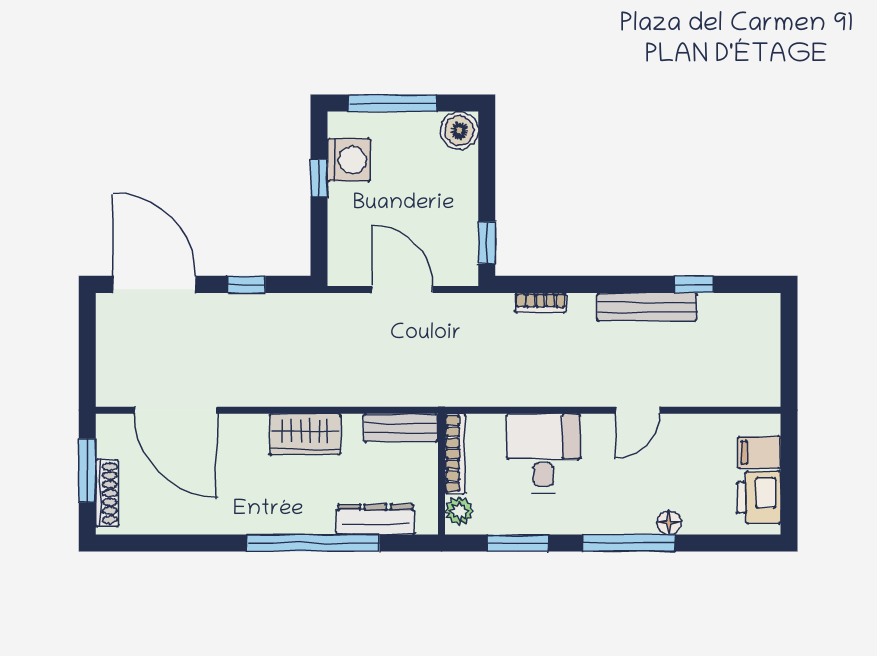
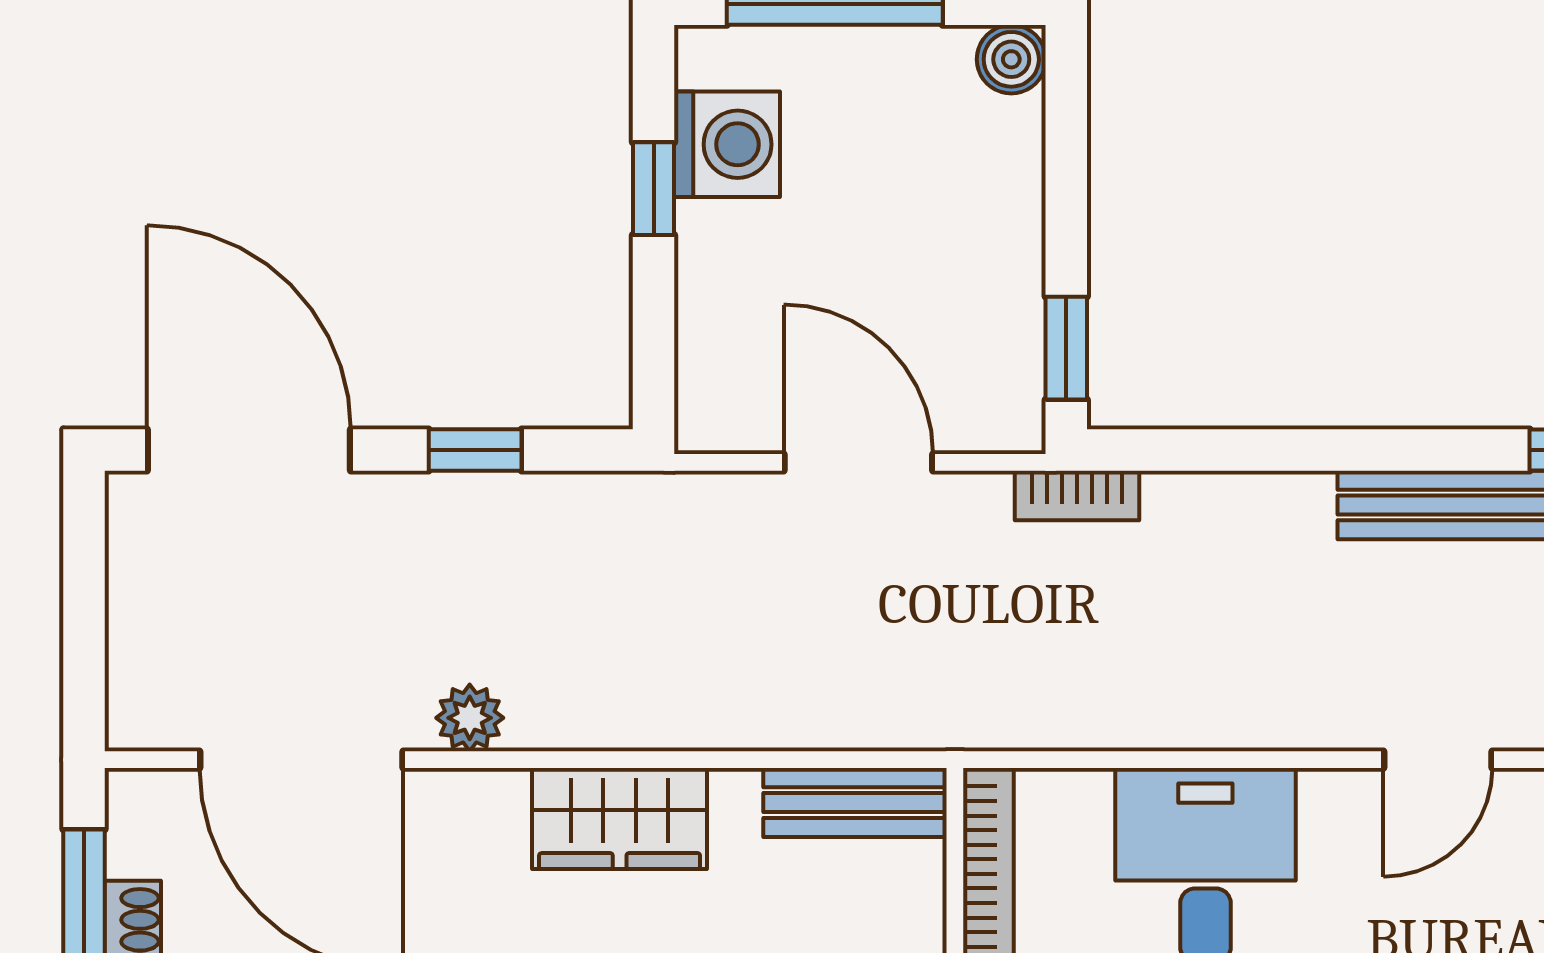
boiler: (459, 131) -> (1011, 59), width x0.73, depth x0.73
bookcase: (541, 303) -> (1077, 496), moved
plant: (244, 393) -> (470, 718), added

